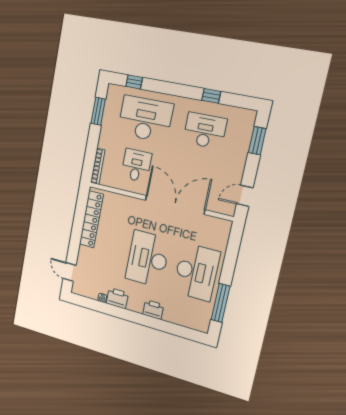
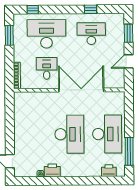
door: (245, 196) -> (129, 61), moved
locker: (91, 219) -> (20, 116), removed
desk: (148, 259) -> (69, 134), turned 180
printer: (153, 310) -> (109, 171), moved

